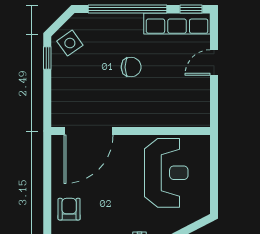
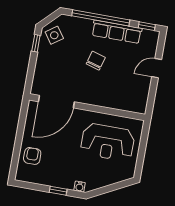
row of seats: (177, 24) -> (117, 32), moved
chair: (131, 67) -> (96, 61), turned -74
reception desk: (166, 173) -> (108, 142), turned 90

